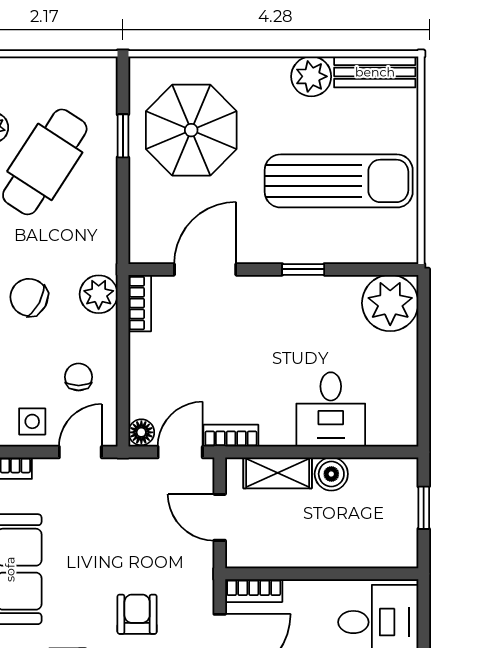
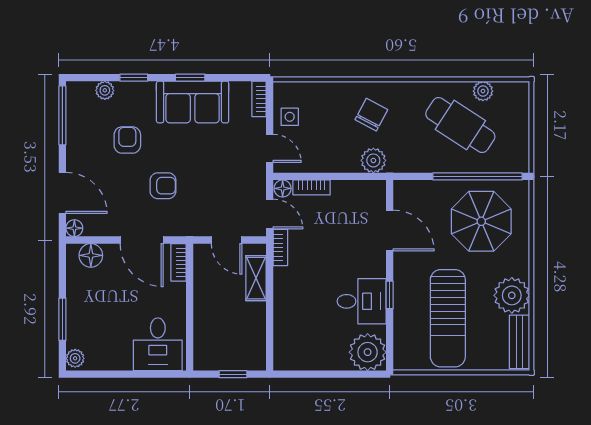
plant: (311, 76) -> (512, 295), width x1.36, depth x1.36
window: (123, 136) -> (477, 176), width x3.17
bookcase: (140, 303) -> (312, 187), moved
chair: (79, 377) -> (319, 147), removed
desk: (331, 409) -> (362, 301), moved, turned 180
boiler: (331, 474) -> (255, 313), removed
door: (220, 517) -> (227, 240), swing flipped

